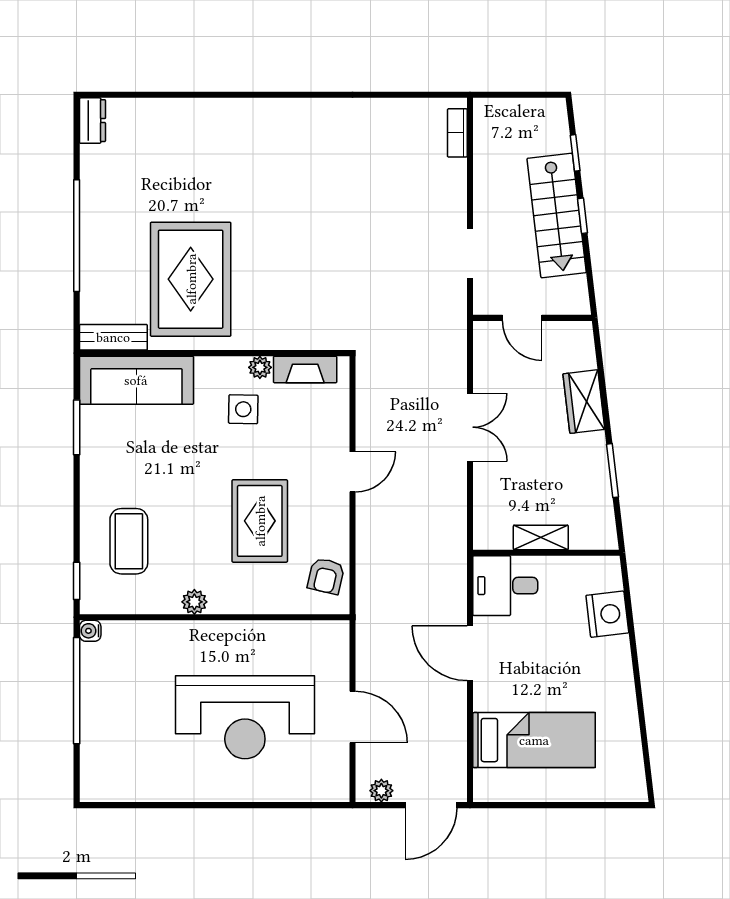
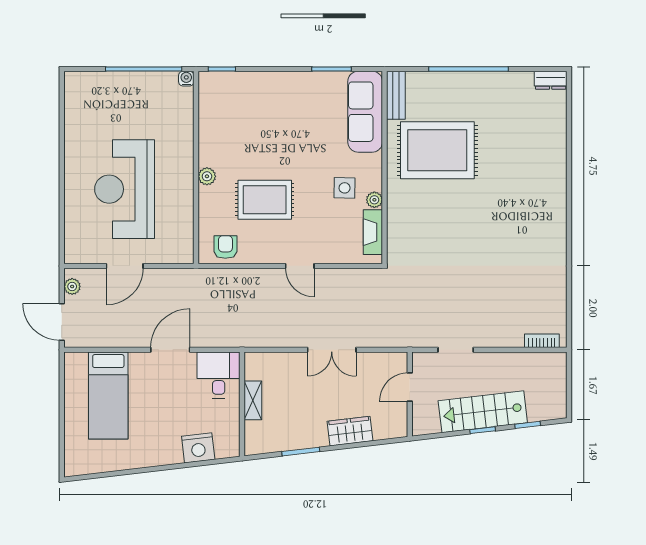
coffee table: (129, 541) -> (250, 106), removed
armchair: (326, 576) -> (225, 247), turned 77
plant: (194, 602) -> (207, 176), moved

